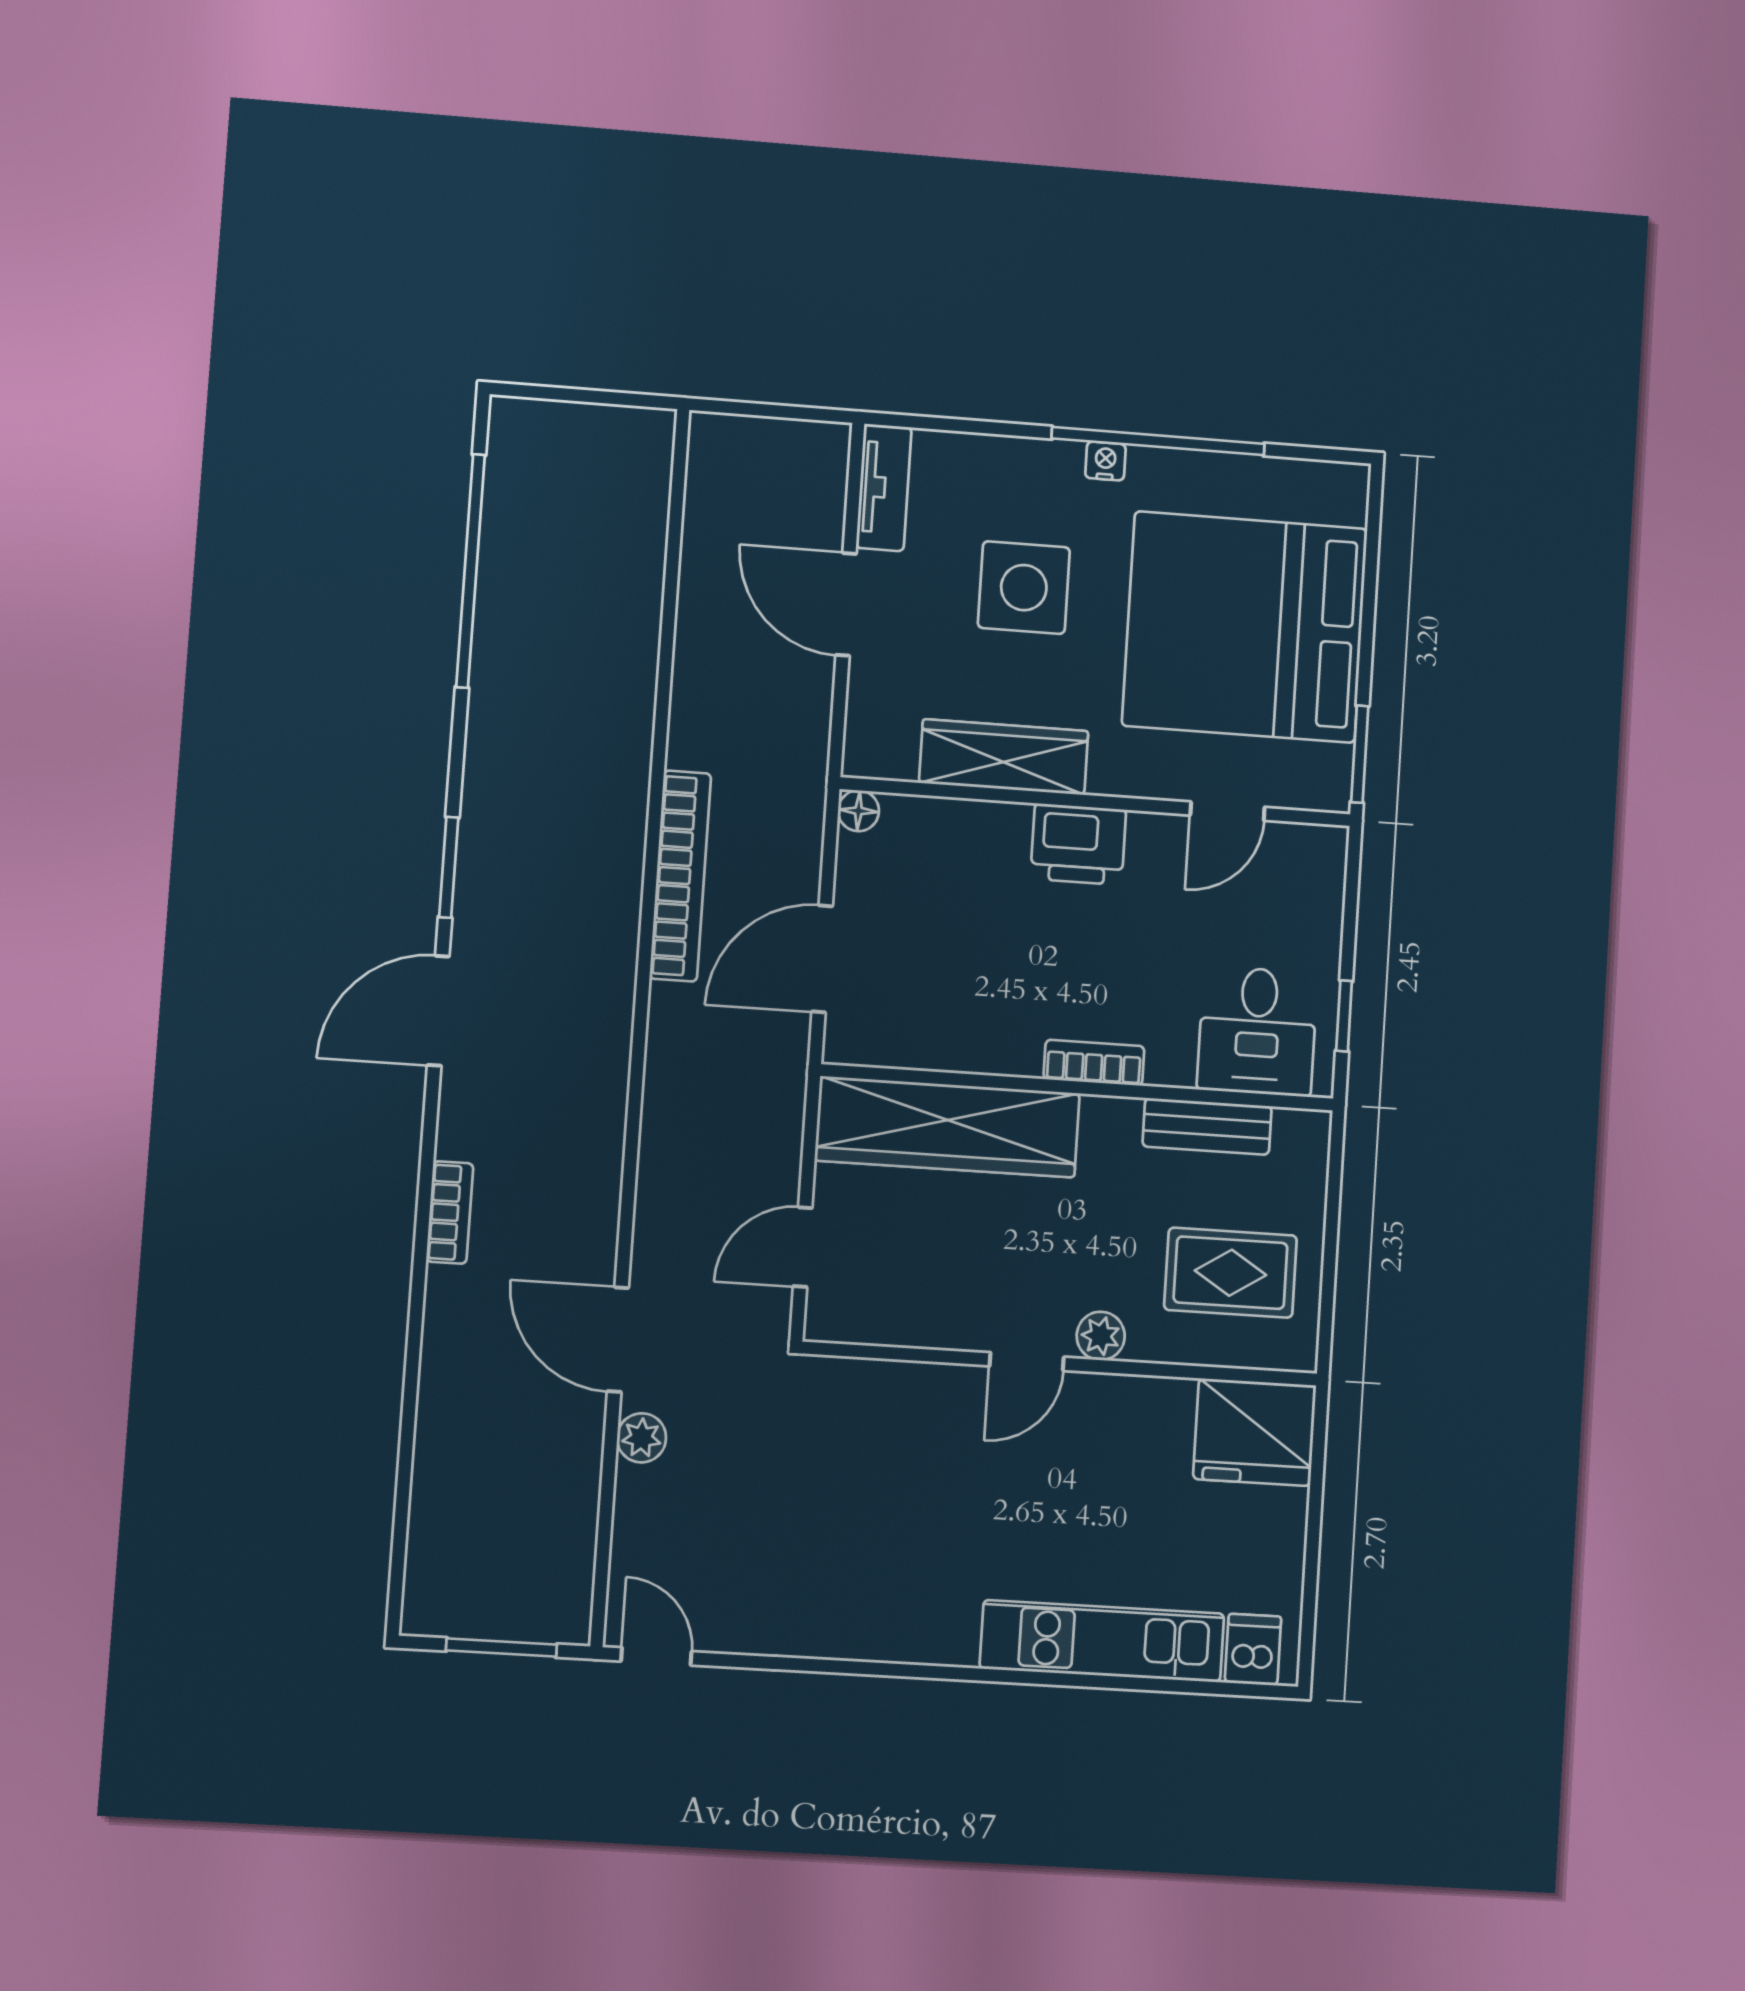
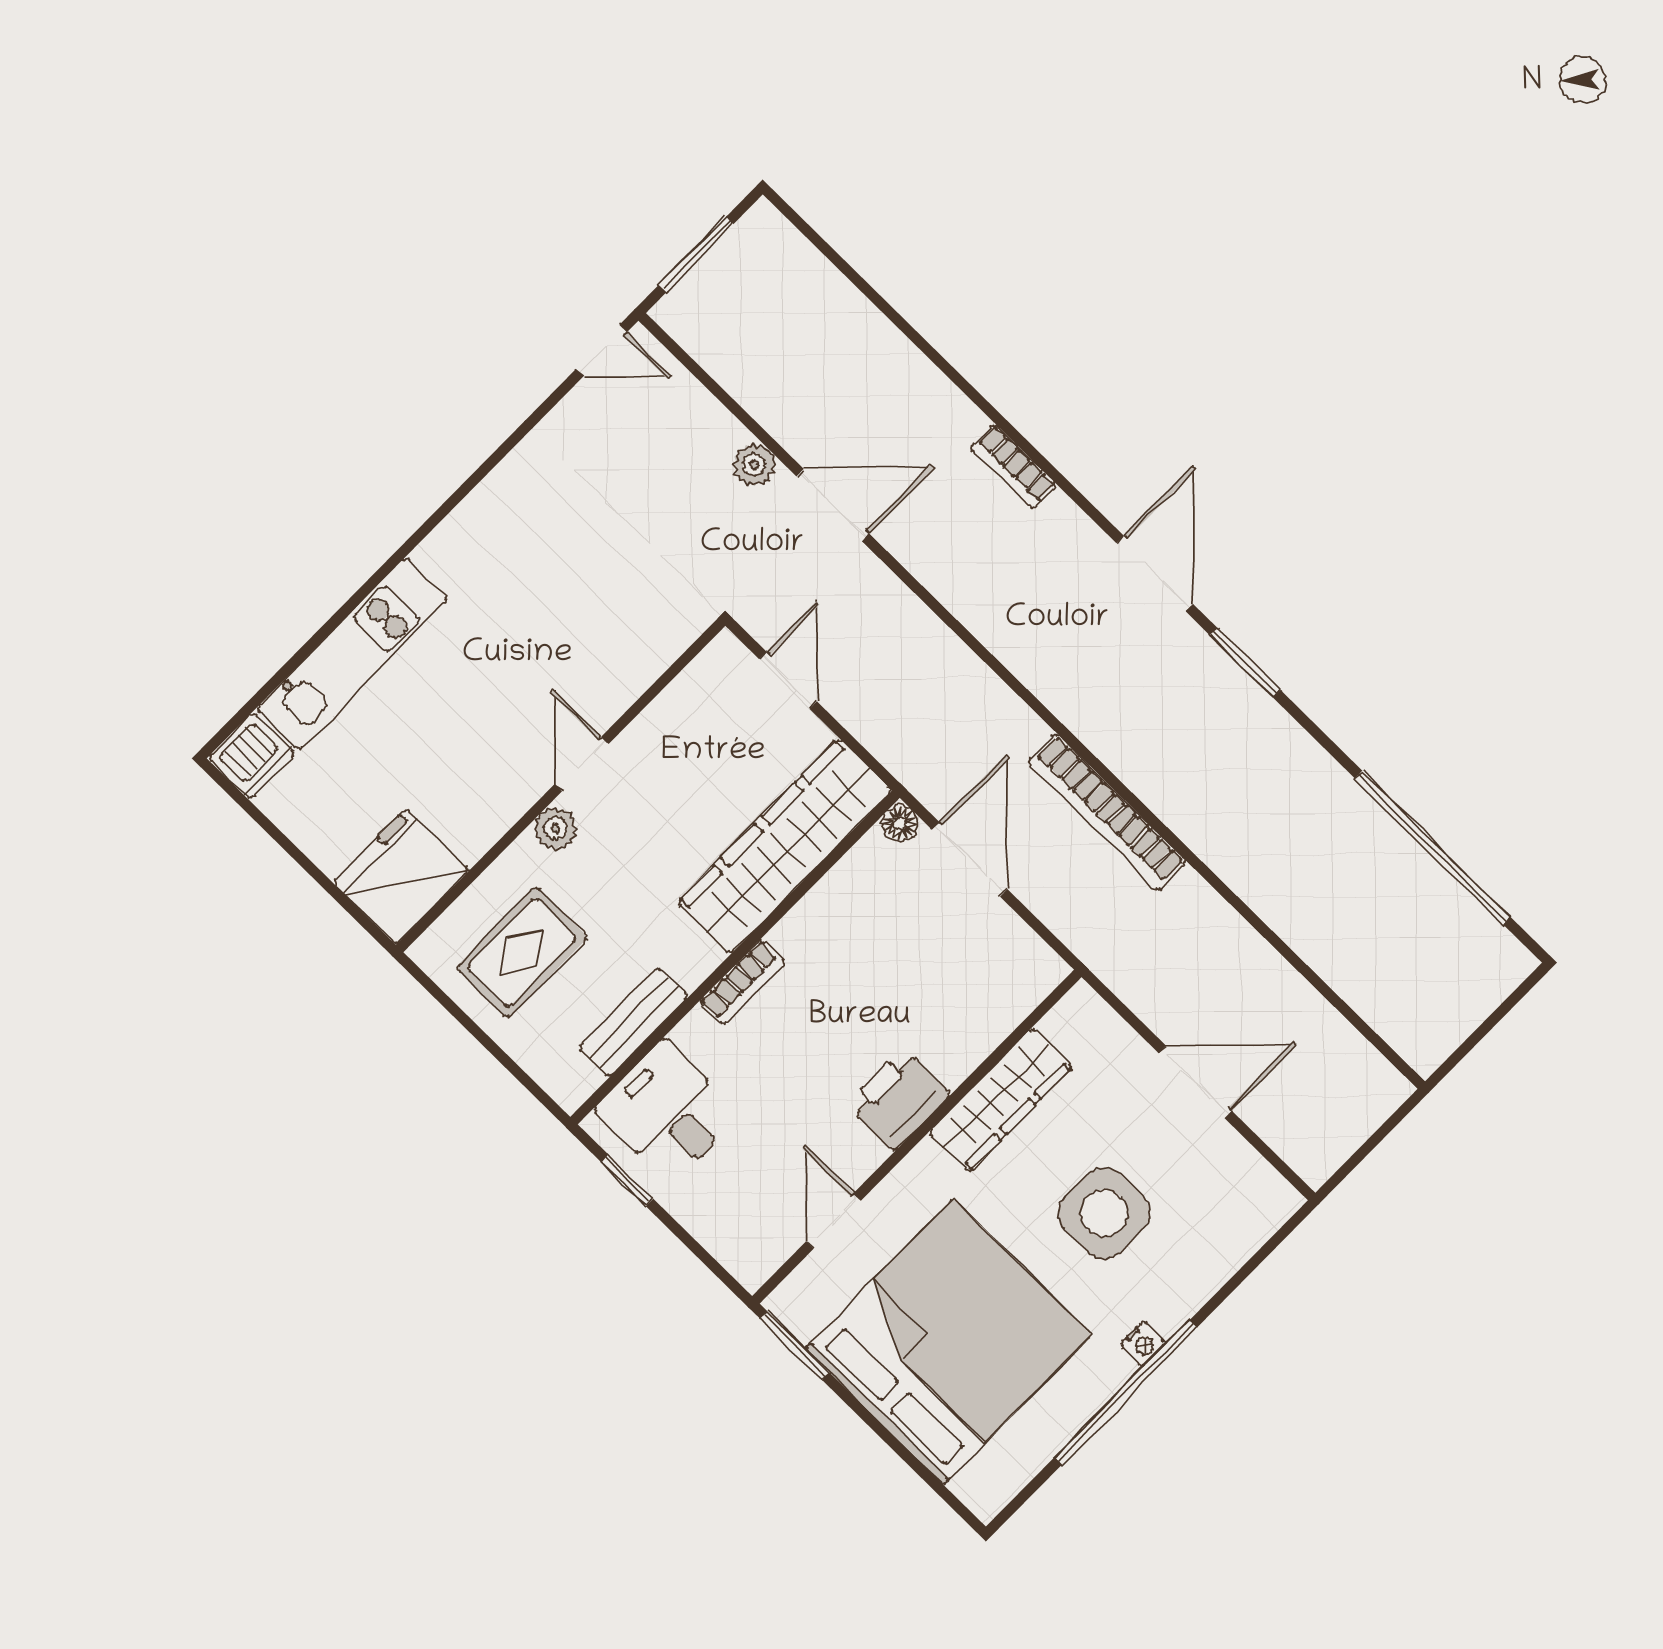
tv unit: (884, 488) -> (1253, 1176), removed
floor lamp: (858, 811) -> (900, 823), moved
dishwasher: (1253, 1650) -> (252, 756), width x1.38

